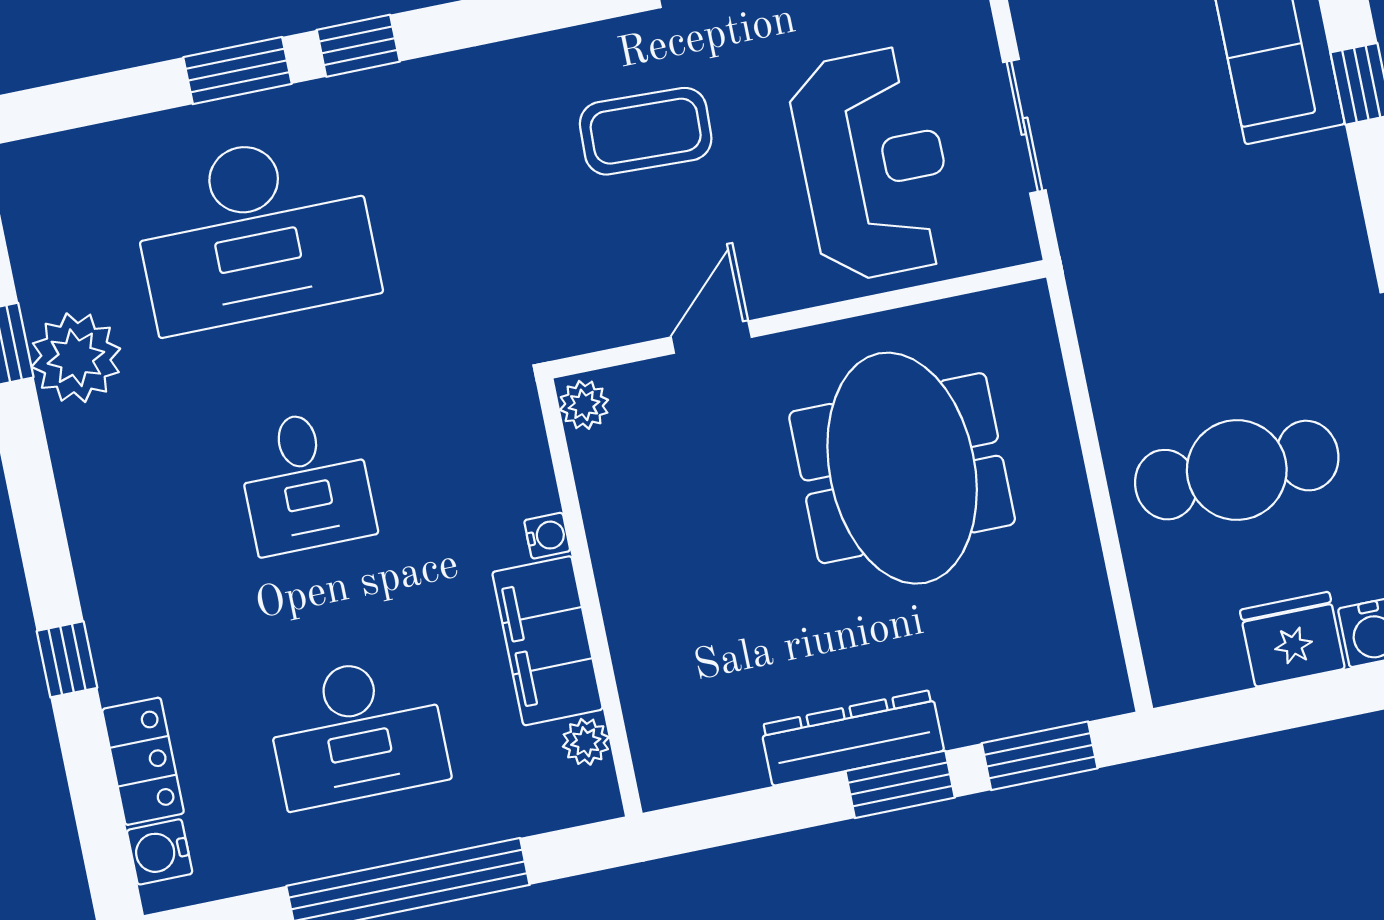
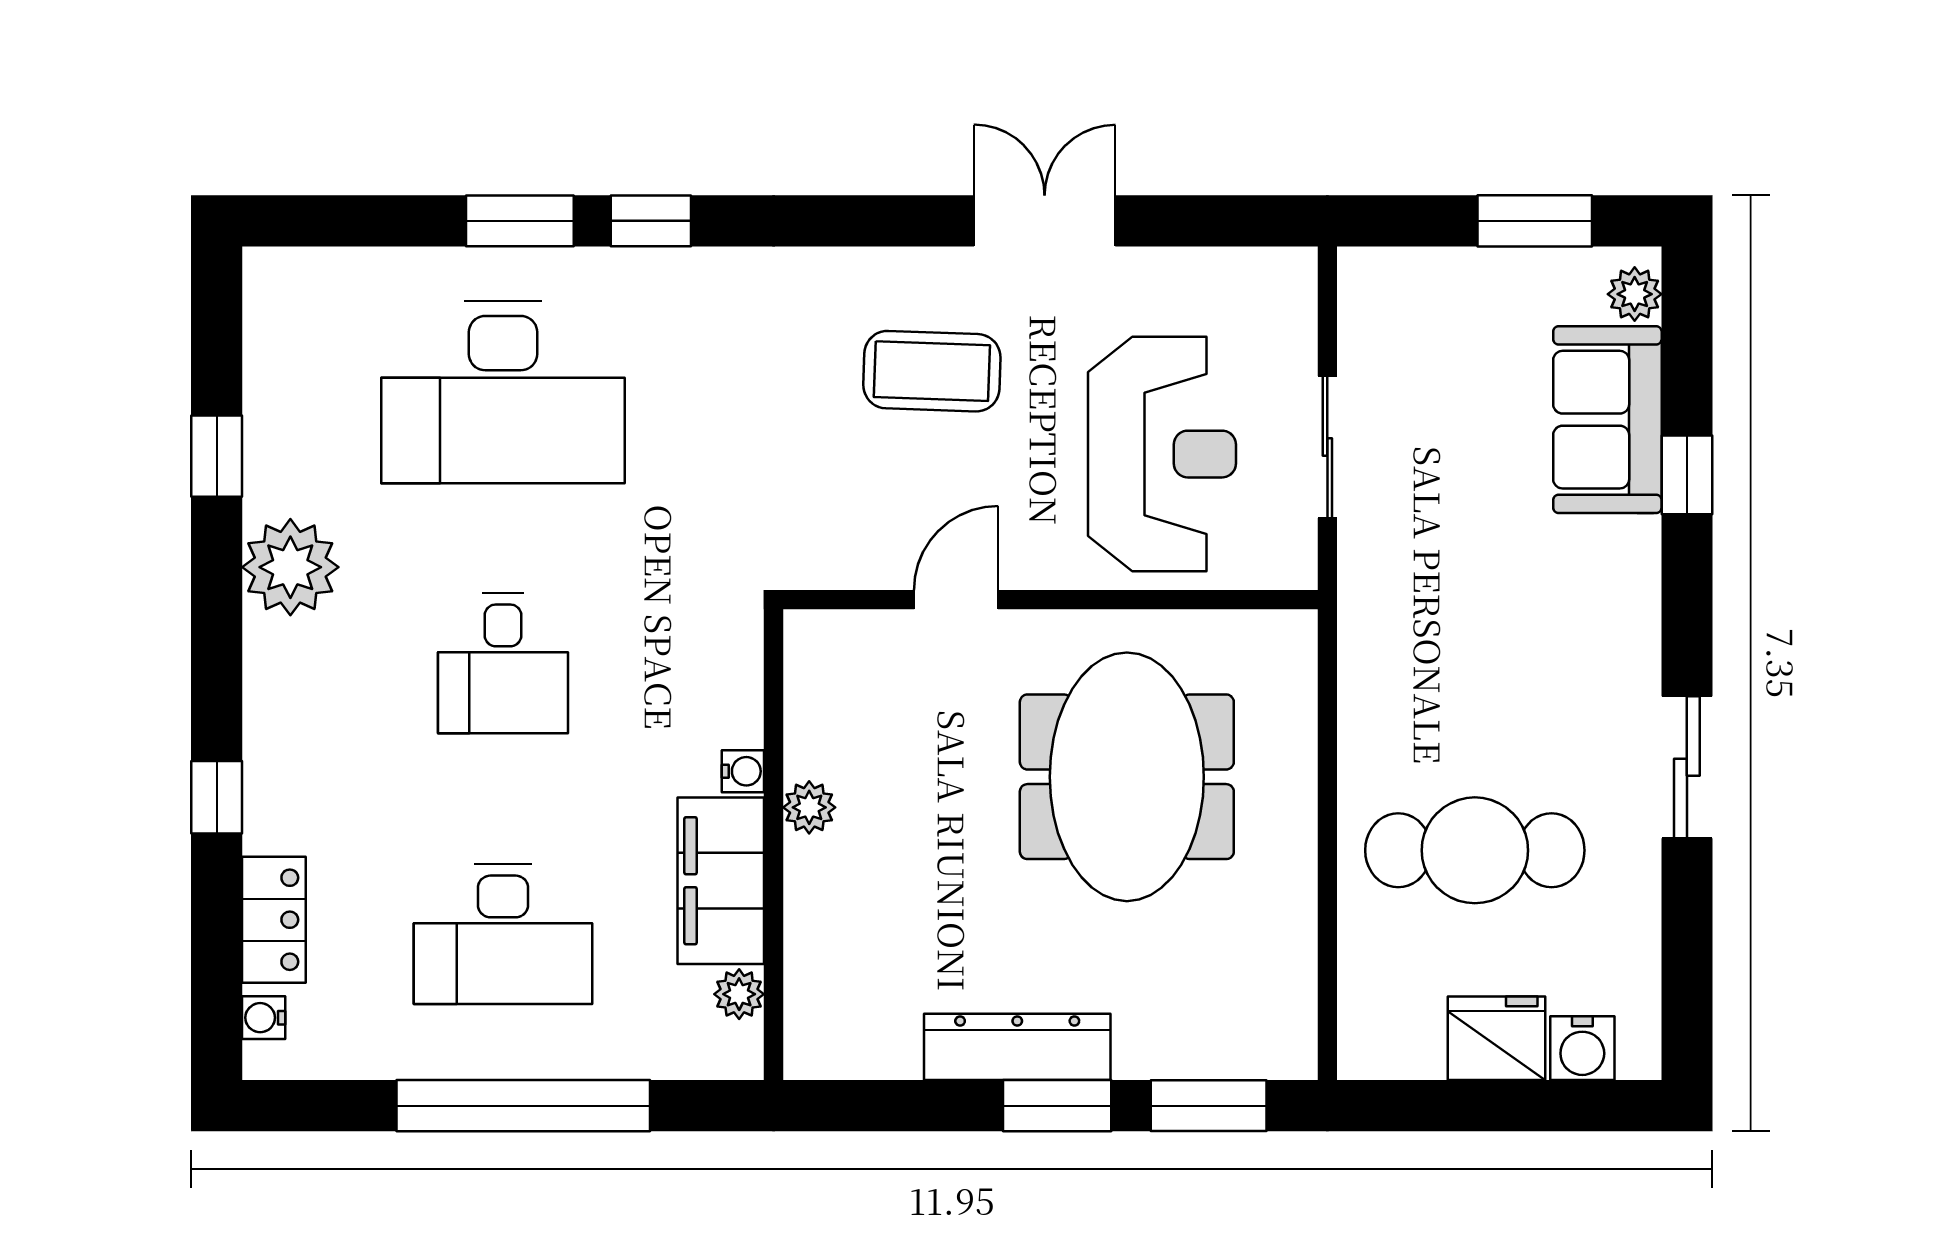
plant: (76, 358) -> (290, 567), moved
plant: (584, 405) -> (809, 807), moved
water cooler: (160, 852) -> (264, 1018), width x0.72, depth x0.72

